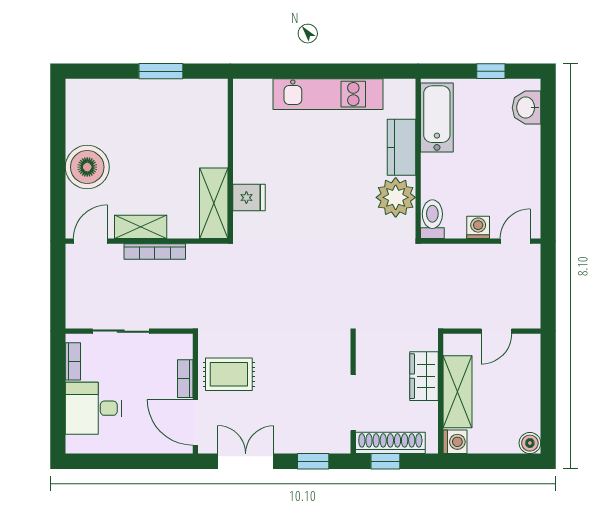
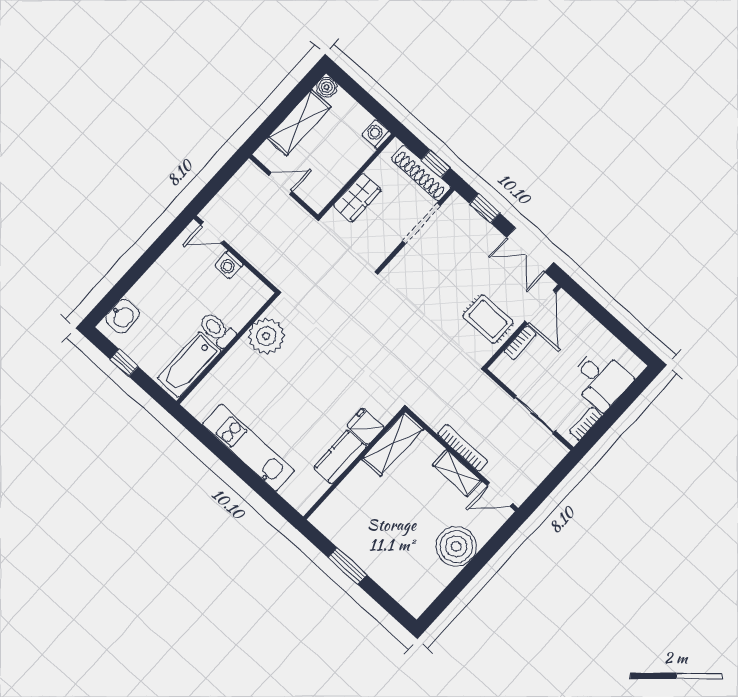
kitchen counter: (401, 147) -> (340, 457), moved, turned 180
toilet: (432, 219) -> (217, 330), moved, turned 90
shelving: (458, 392) -> (299, 123), moved

